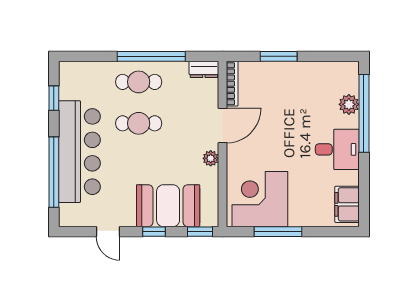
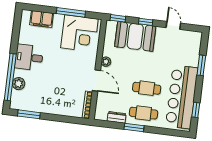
window: (151, 56) -> (134, 128), width x0.47
window: (279, 56) -> (29, 114), moved
dresser: (204, 69) -> (117, 117), moved
door: (222, 126) -> (96, 81), swing flipped
bar counter: (79, 152) -> (182, 97), moved
window: (54, 172) -> (201, 65), width x0.47
filing cabinet: (347, 204) -> (42, 19), moved, turned 90

